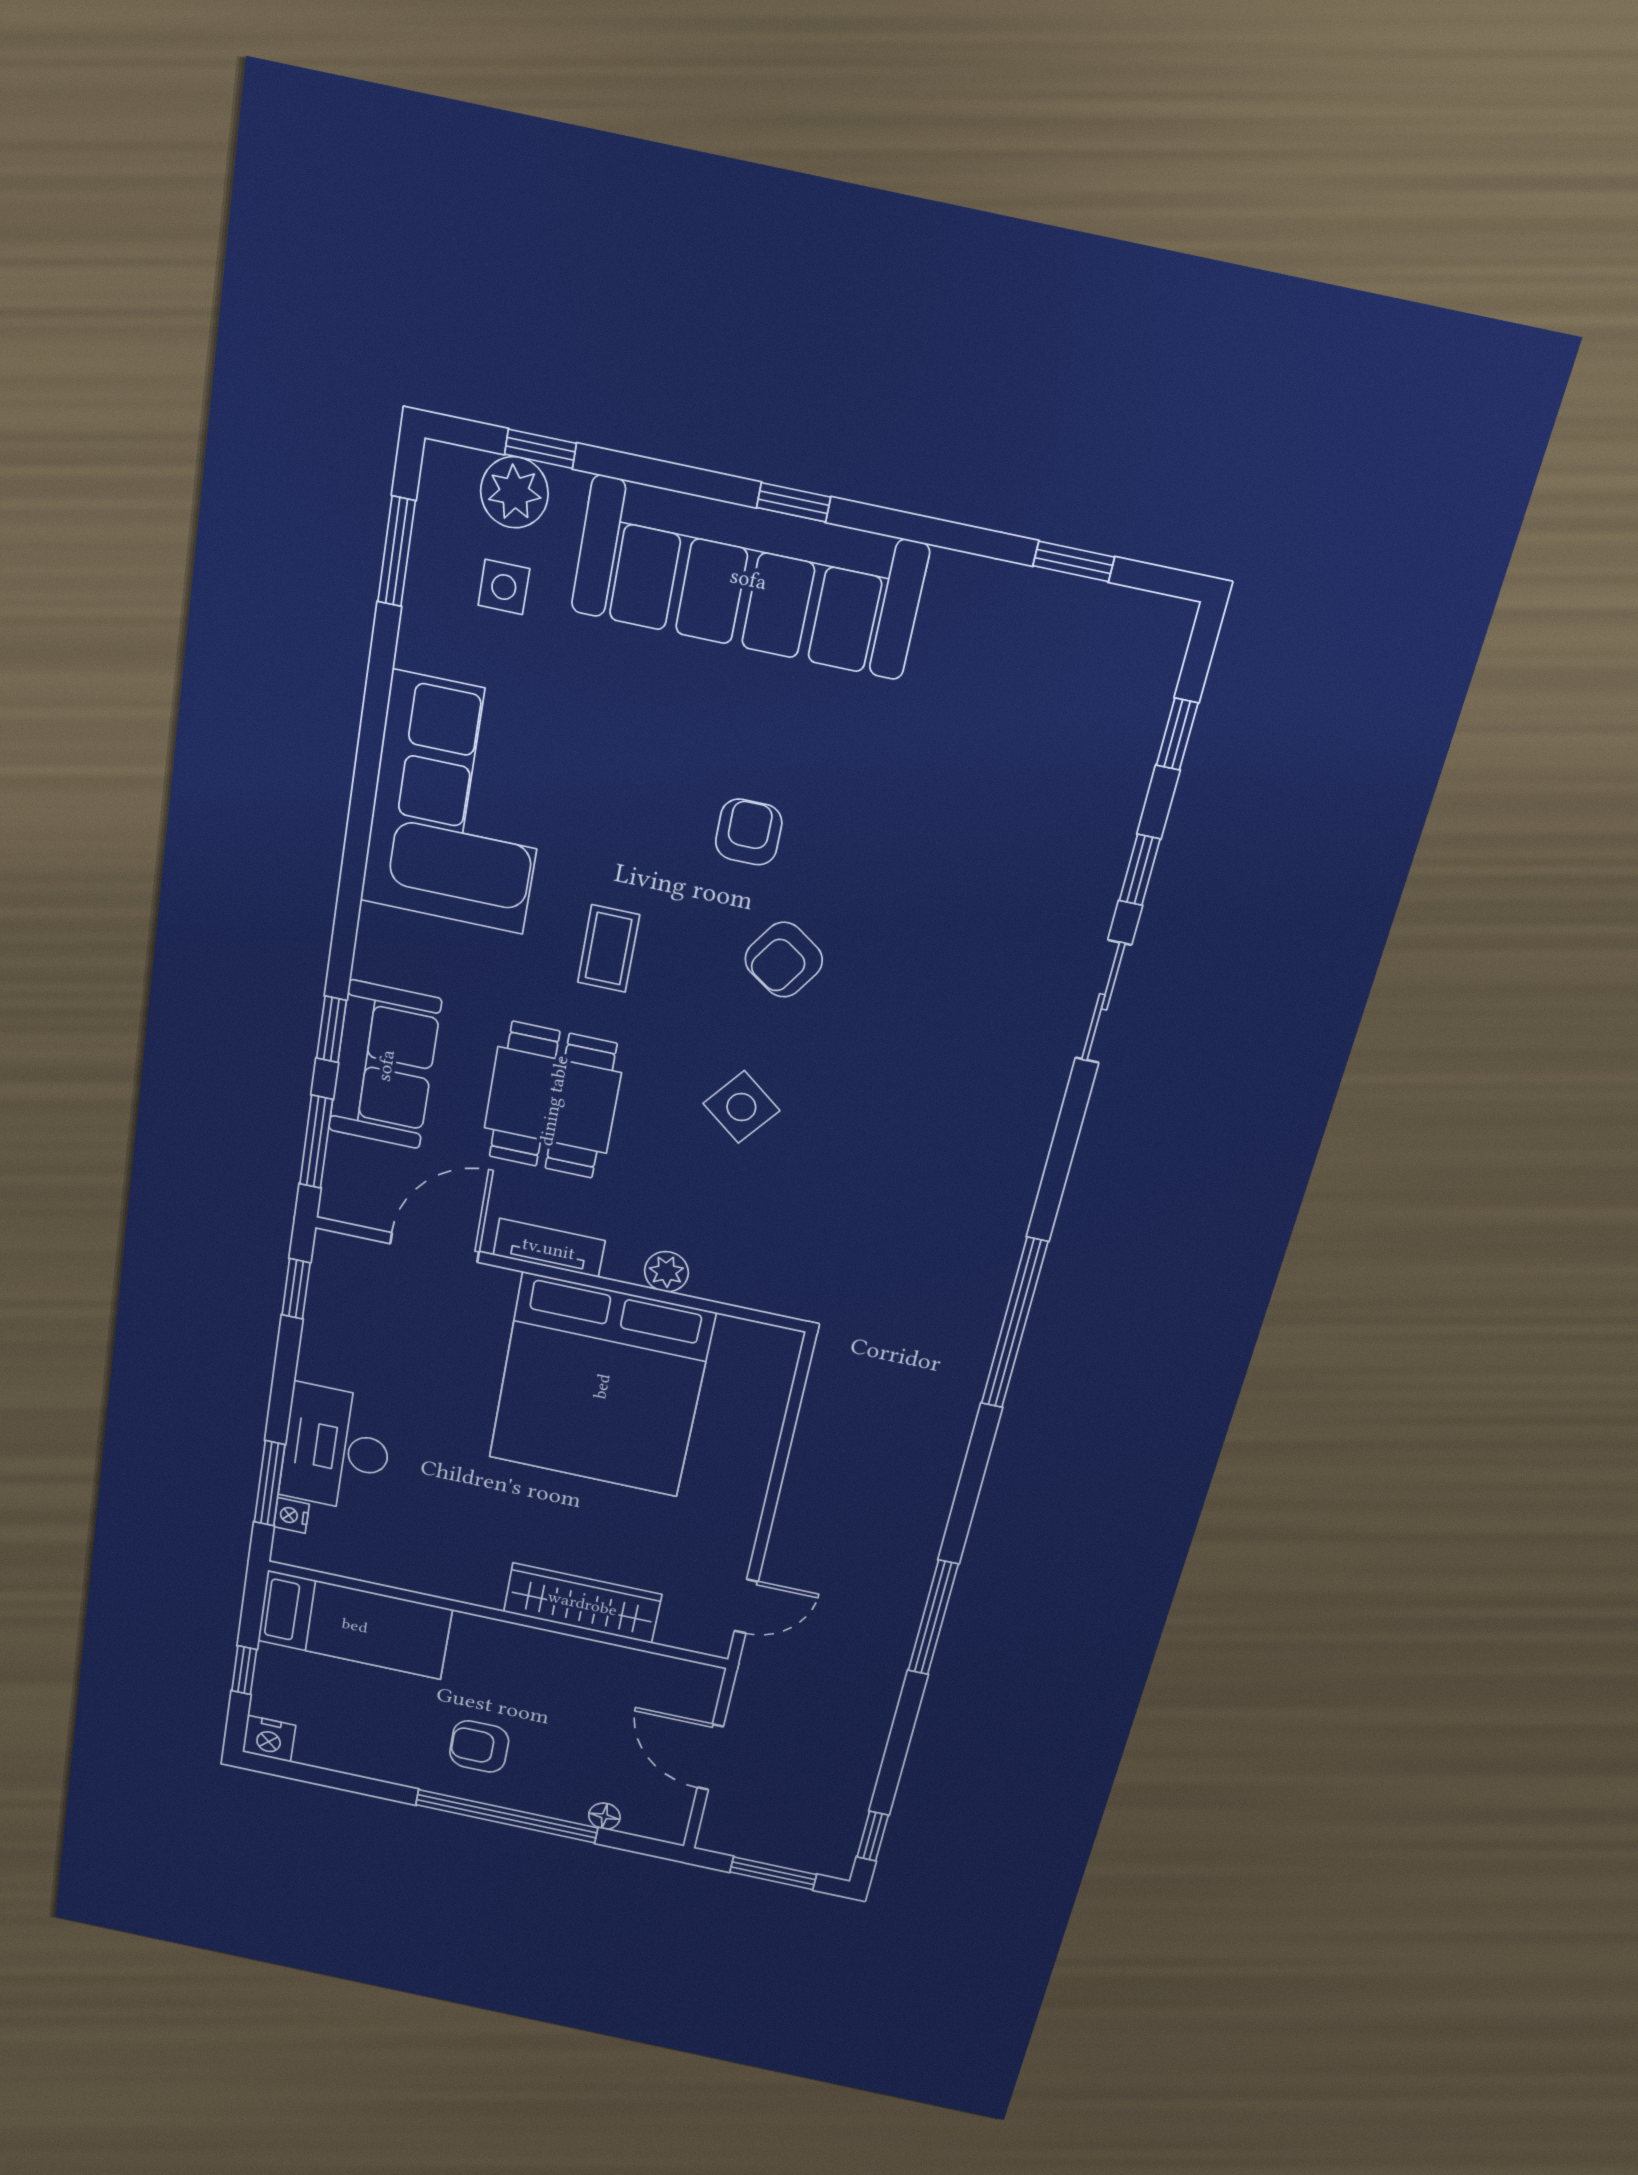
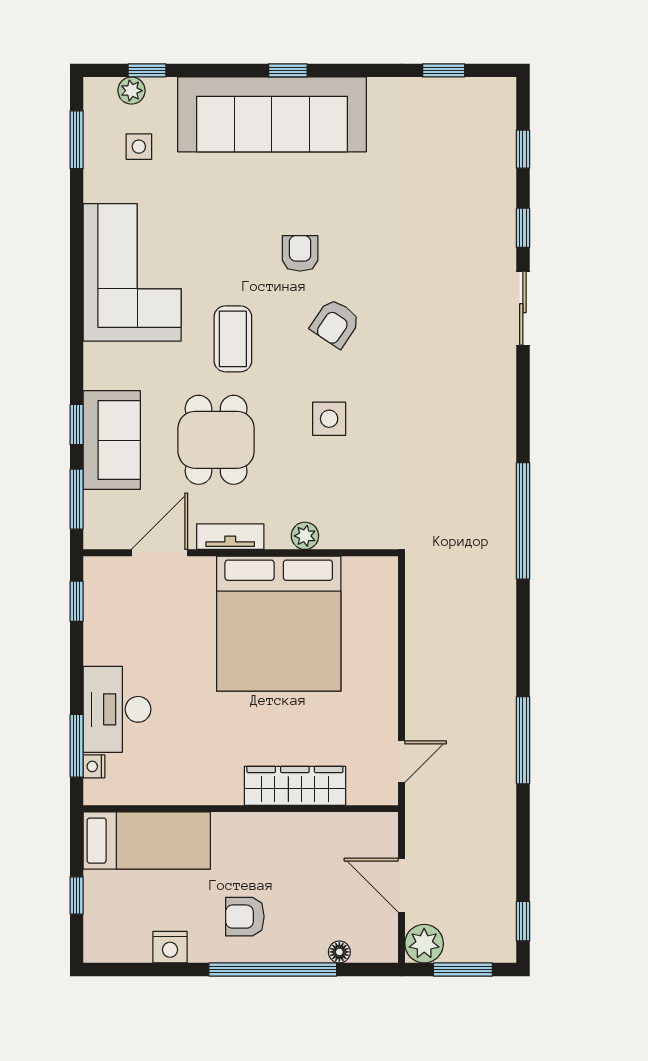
plant: (514, 492) -> (131, 91), width x0.73, depth x0.73
coffee table: (609, 949) -> (233, 339), width x1.36, depth x1.30
side table: (741, 1107) -> (329, 419), turned -38
nightstand: (269, 1739) -> (170, 947), moved
plant: (726, 1832) -> (424, 944), added

